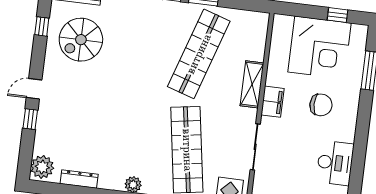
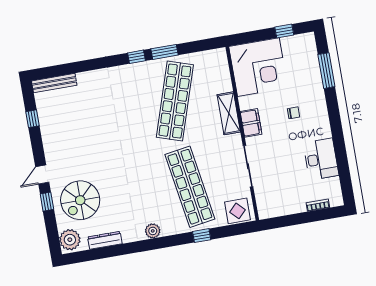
spiral stairs: (81, 40) -> (80, 200), moved
corner desk: (319, 47) -> (258, 67), moved
chair: (321, 105) -> (294, 113), width x0.54, depth x0.54

